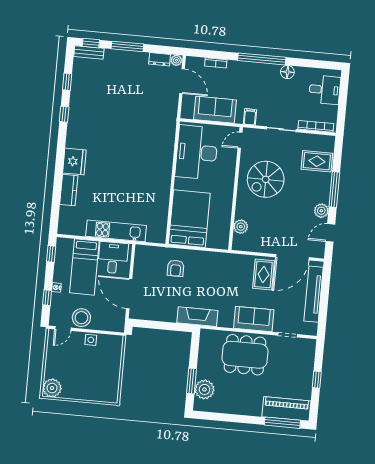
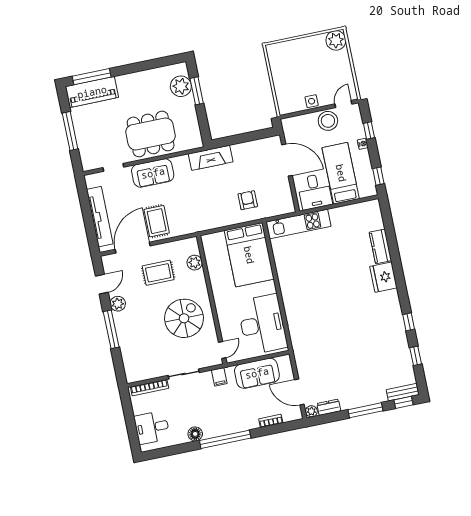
rug: (317, 161) -> (158, 273), moved
kitchen unit: (116, 231) -> (298, 224), moved
window: (317, 380) -> (70, 131), width x2.17

